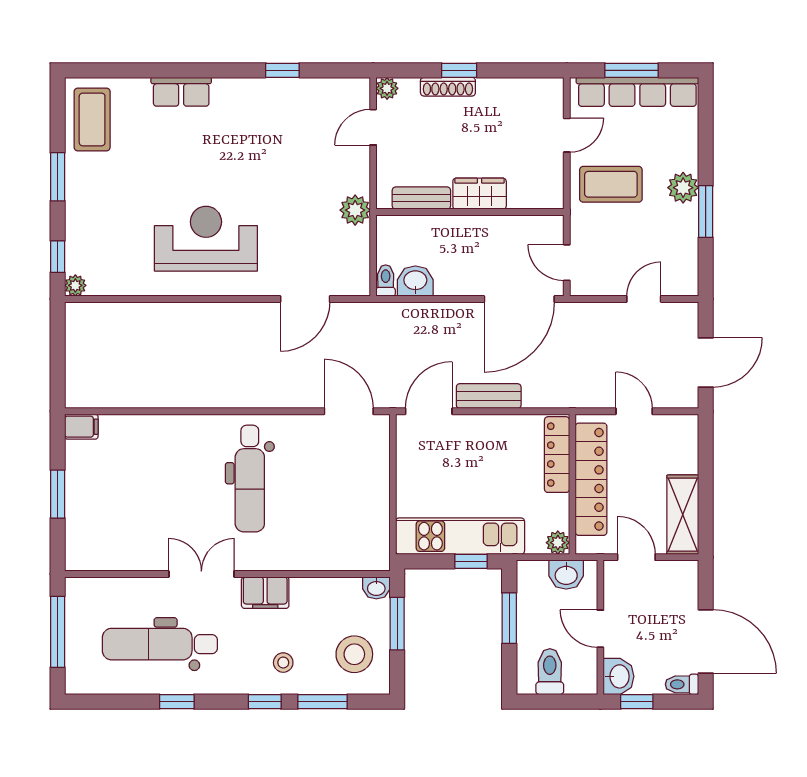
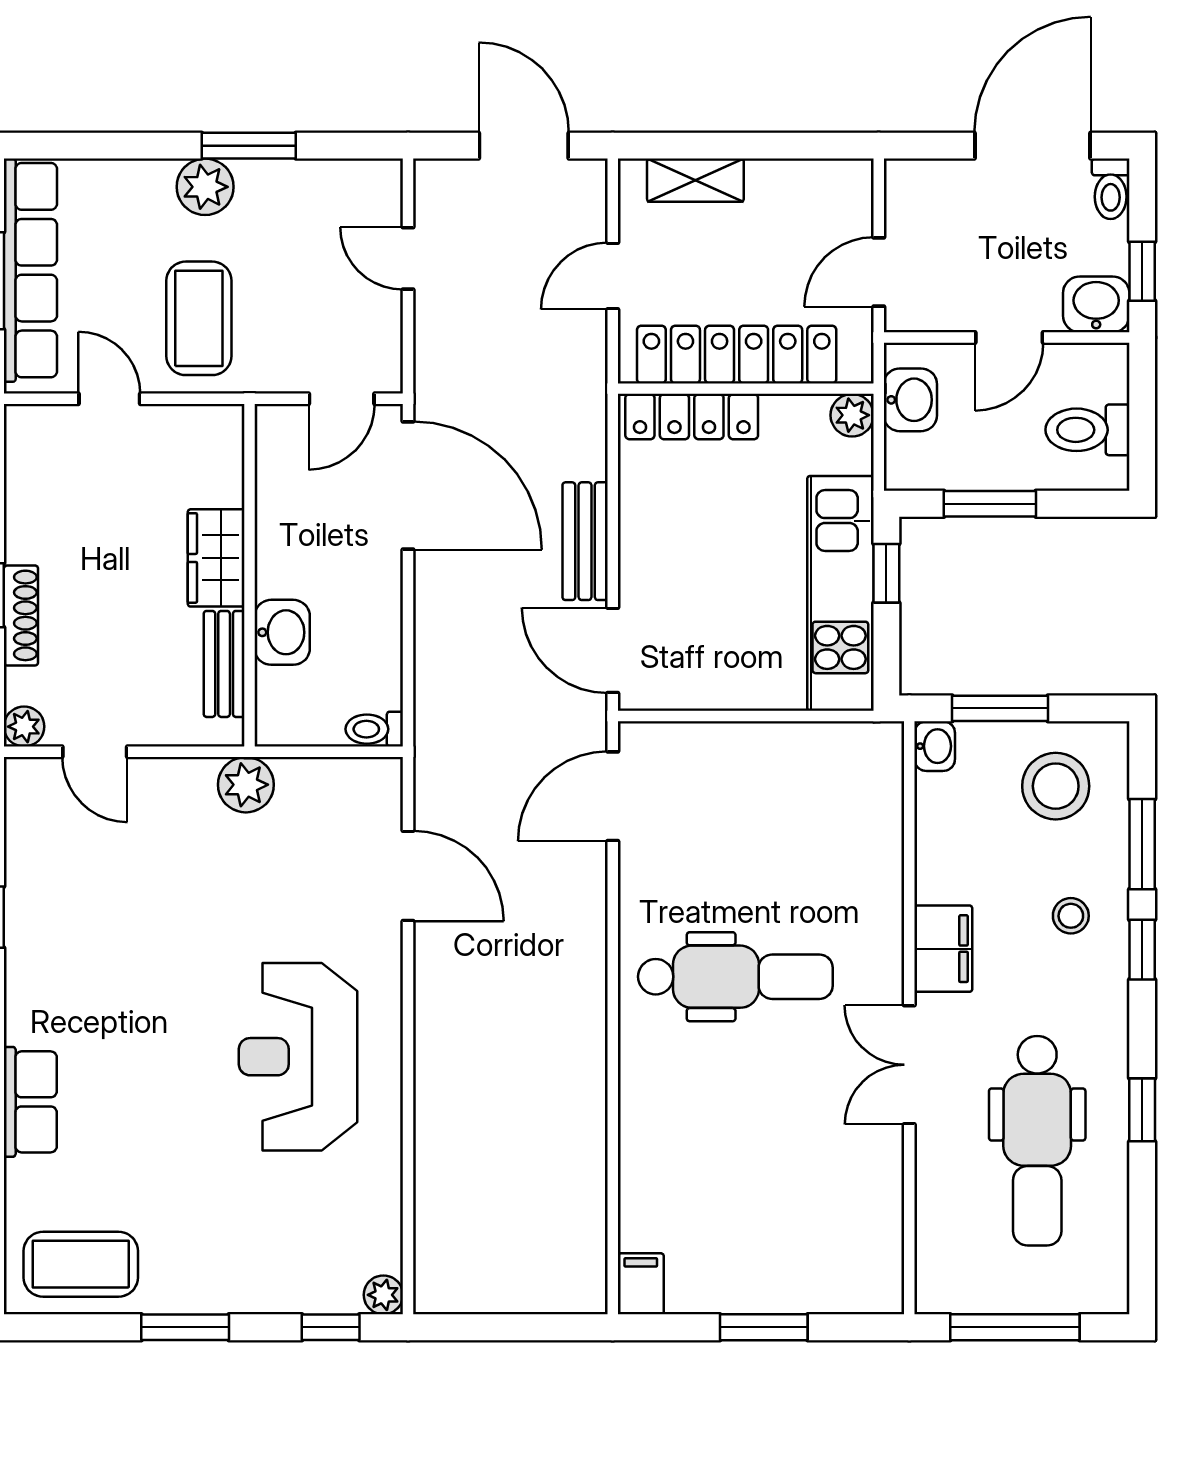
washbasin: (415, 281) -> (282, 632), moved, turned 180
shelving: (683, 515) -> (695, 180), moved, width x0.67, depth x0.75

